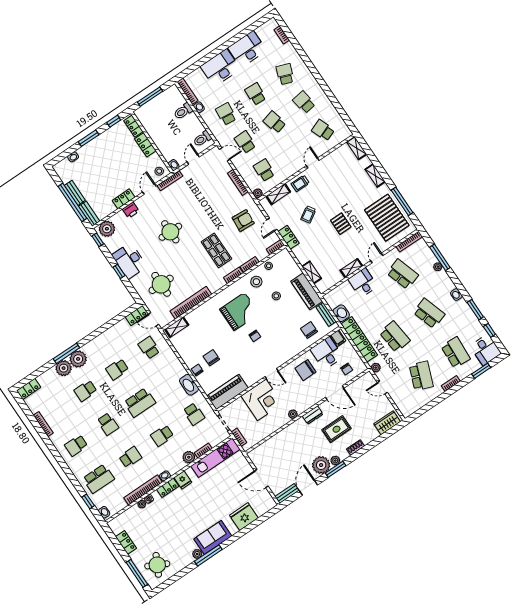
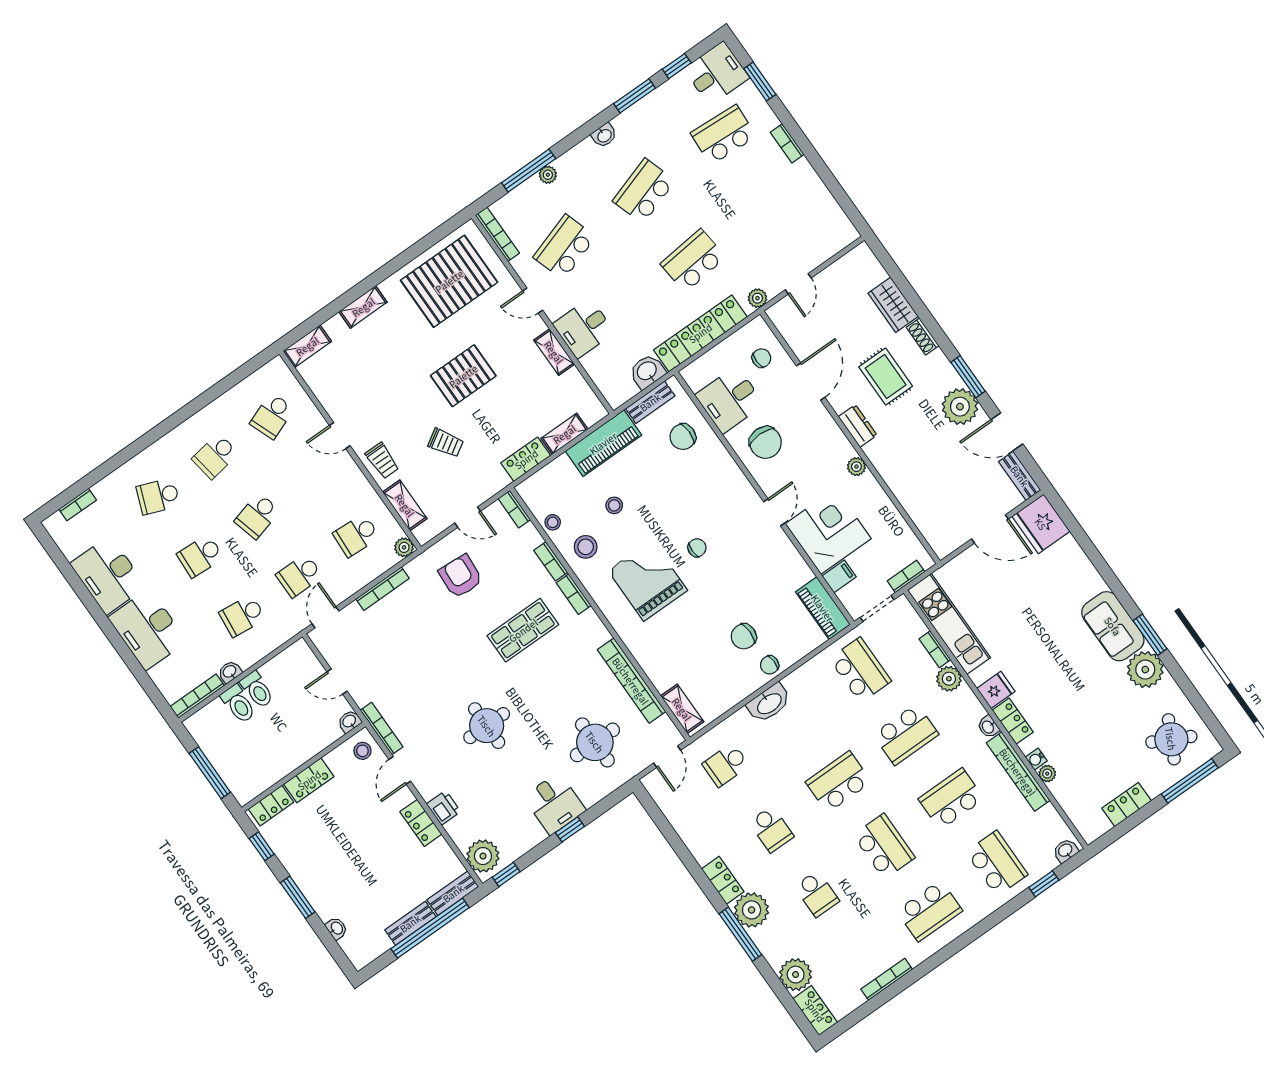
toilet: (202, 139) -> (257, 690), moved
door: (149, 189) -> (400, 770), hinge flipped
window: (402, 201) -> (415, 251), removed
pallet: (341, 224) -> (463, 376), width x1.50, depth x1.42
locker: (289, 237) -> (526, 459), moved
desk: (129, 261) -> (554, 804), width x0.73
locker: (137, 315) -> (723, 880), moved
filing cabinet: (338, 338) -> (839, 576), moved
plant: (64, 368) -> (796, 975), moved
school desk: (421, 376) -> (773, 204), removed
washbasin: (189, 385) -> (769, 703), moved
piano: (227, 392) -> (823, 608), width x0.73, depth x0.75
school desk: (140, 402) -> (838, 782), turned -90
school desk: (194, 414) -> (860, 670), width x1.85
wardrobe: (387, 423) -> (893, 305), moved
school desk: (108, 424) -> (884, 846), width x1.85
school desk: (162, 436) -> (906, 734), width x1.85
school desk: (76, 446) -> (929, 911), width x1.85
school desk: (130, 457) -> (951, 799), width x1.85
plant: (335, 461) -> (950, 378), removed
door: (261, 479) -> (990, 529), hinge flipped
fridge: (244, 517) -> (1041, 524), moved
plant: (197, 554) -> (1145, 670), width x1.88, depth x1.88
window: (208, 555) -> (1150, 635), width x0.69

